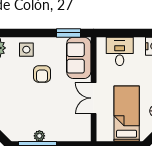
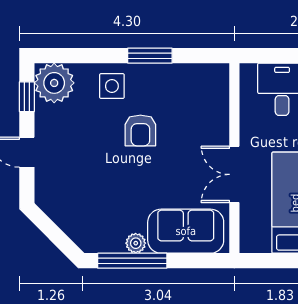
window: (68, 33) -> (150, 56), moved
sofa: (79, 58) -> (186, 231), moved, turned 90

